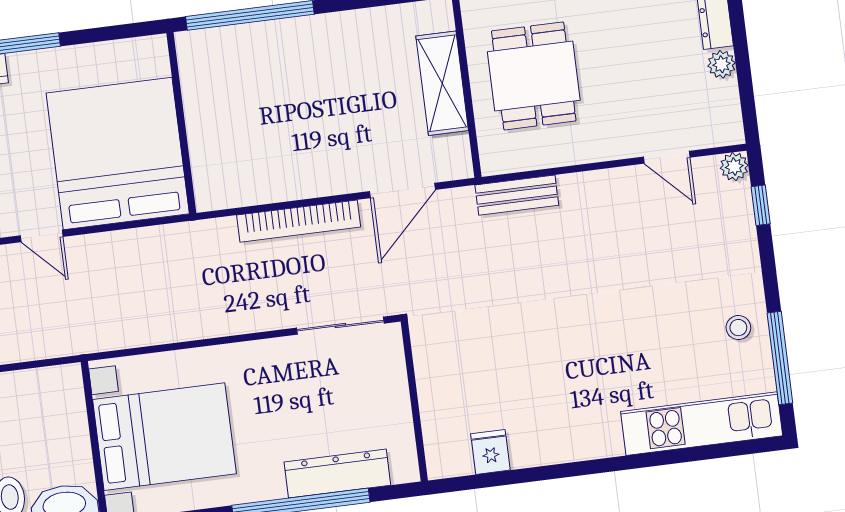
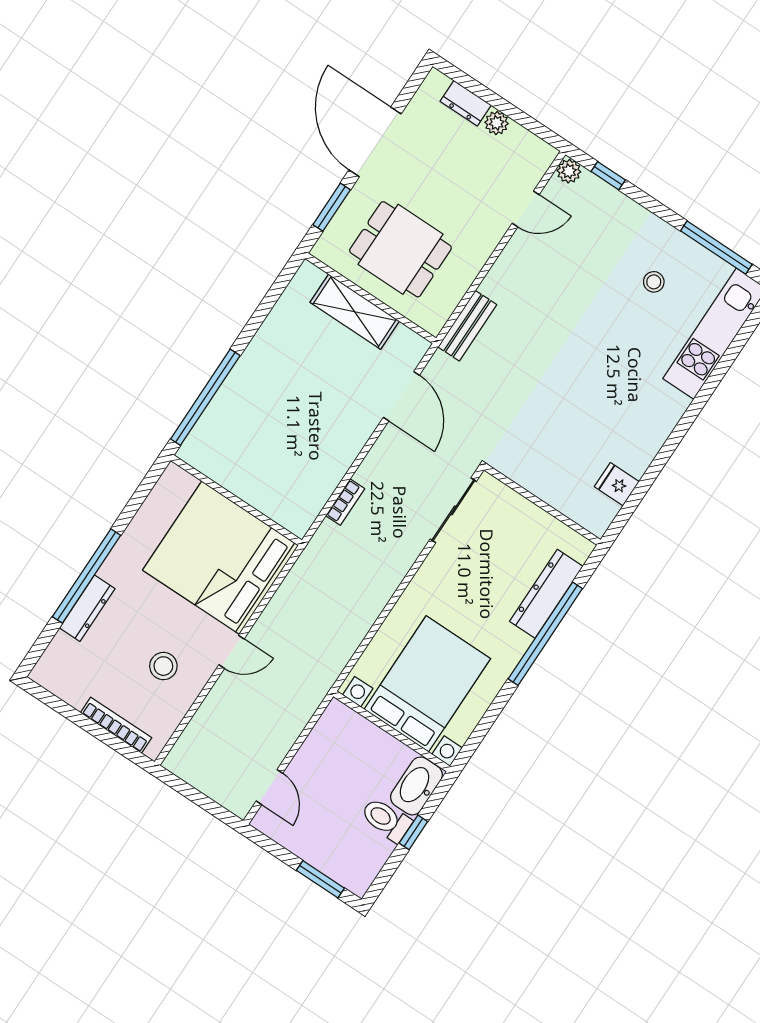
bookcase: (299, 221) -> (345, 502), width x0.43, depth x0.76
stool: (738, 328) -> (654, 282), moved

